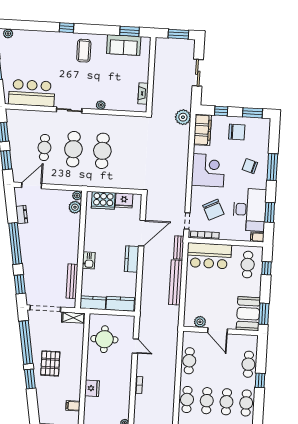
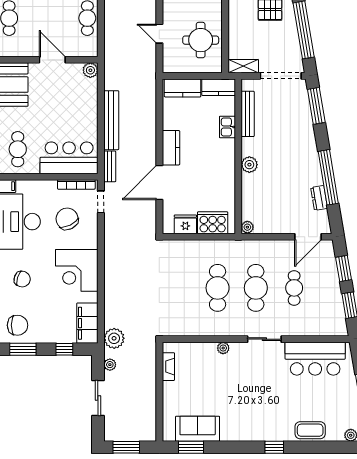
coffee table: (84, 51) -> (310, 430), moved, turned 90
plant: (187, 97) -> (110, 365), added
chair: (237, 132) -> (18, 325), moved, turned 180
plant: (75, 207) -> (249, 165), moved
window: (15, 243) -> (328, 177), moved
kitchen sink: (89, 260) -> (227, 127), moved
window: (20, 284) -> (316, 106), width x1.44
plant: (200, 322) -> (90, 70), moved

